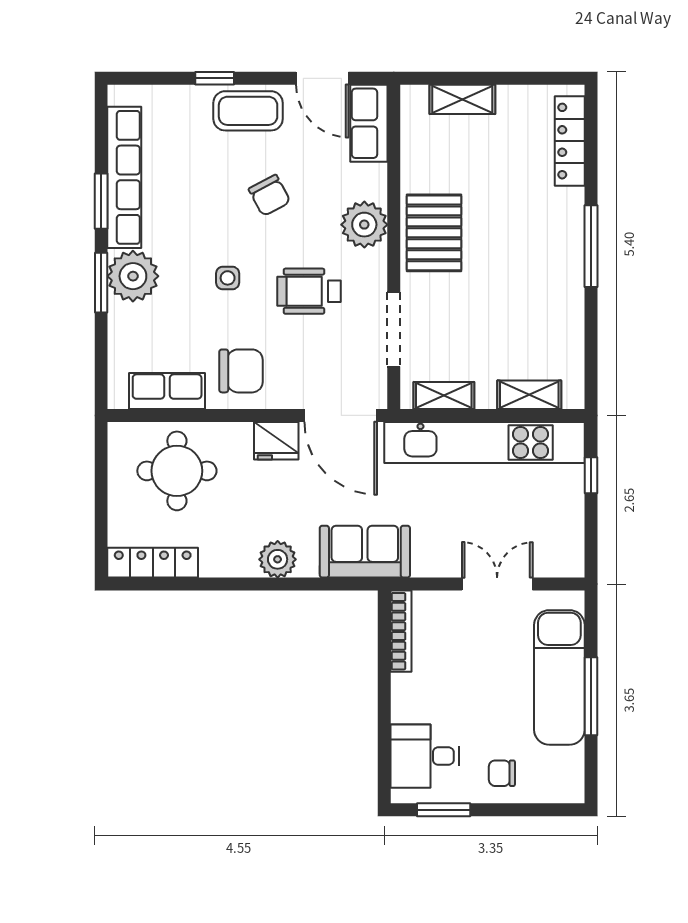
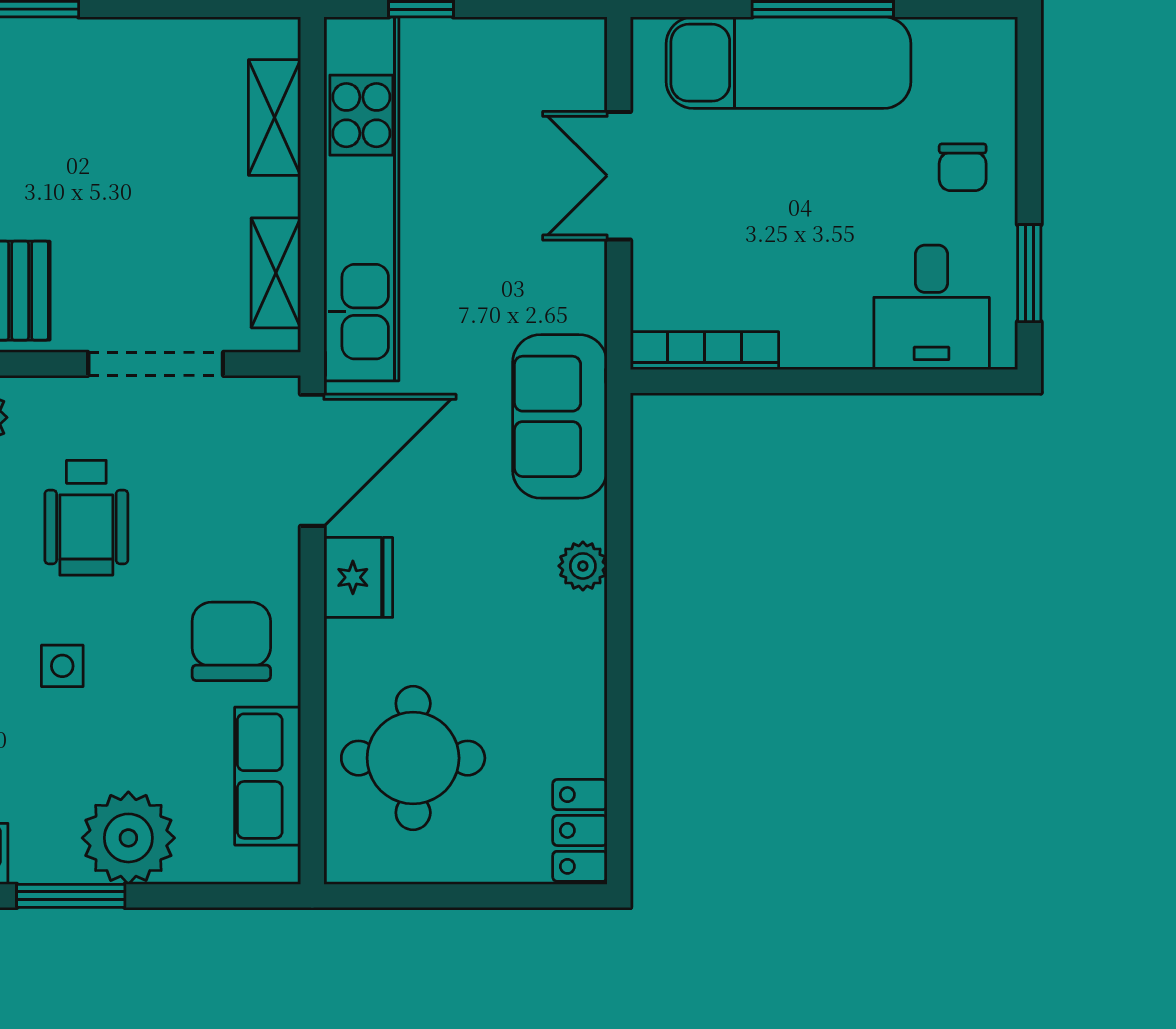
plant: (133, 276) -> (128, 838), moved
plant: (278, 559) -> (583, 566), width x0.73, depth x0.73
locker: (153, 563) -> (580, 830), width x0.66

